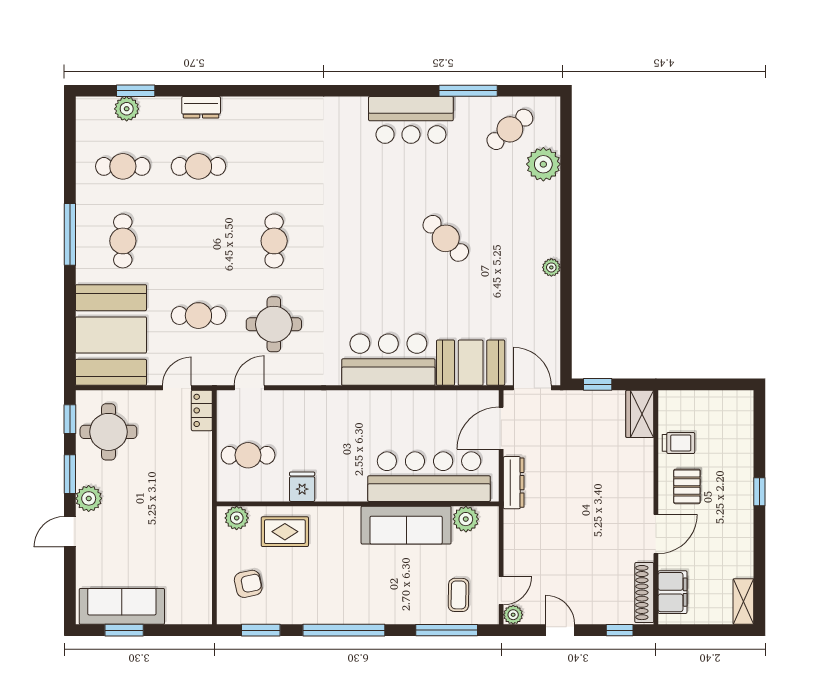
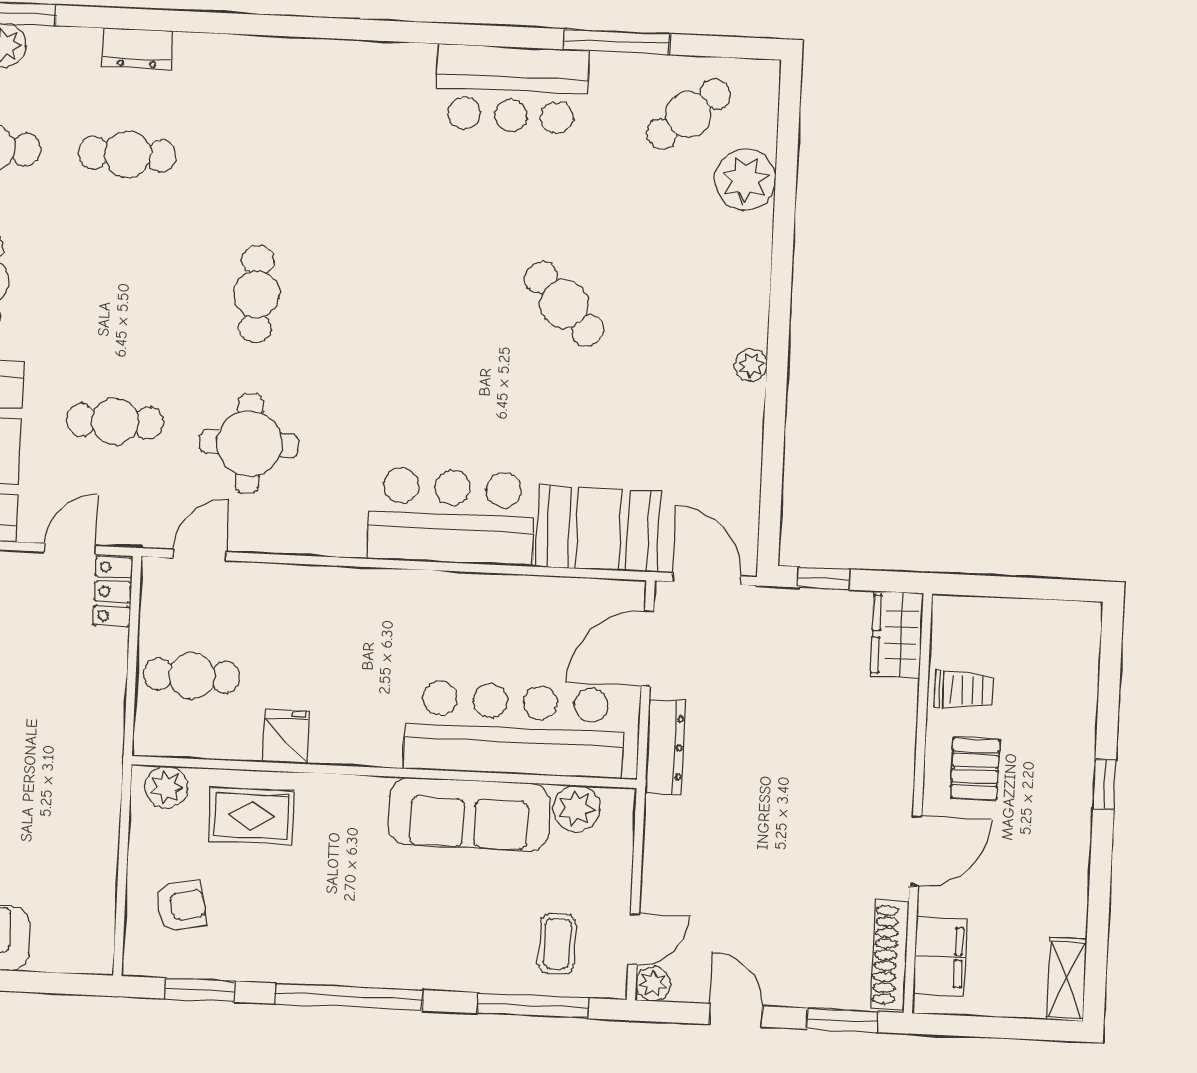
window: (620, 630) -> (843, 1020), width x1.50

